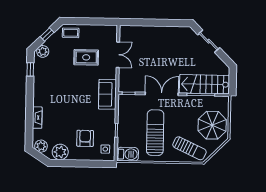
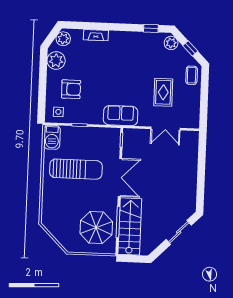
parasol: (212, 125) -> (96, 228), moved
sun lounger: (189, 148) -> (57, 208), removed

